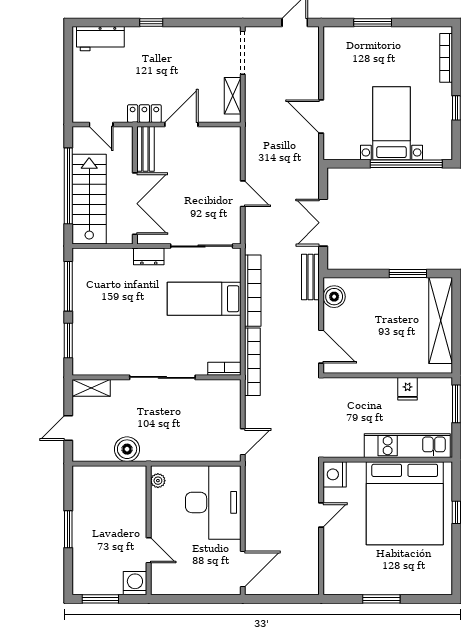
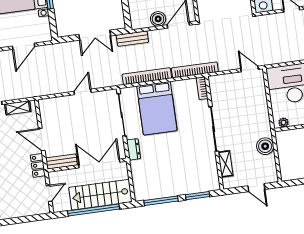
boiler: (334, 297) -> (158, 19), moved
bed: (204, 299) -> (157, 108), width x1.50
shelving: (91, 388) -> (226, 164), moved

